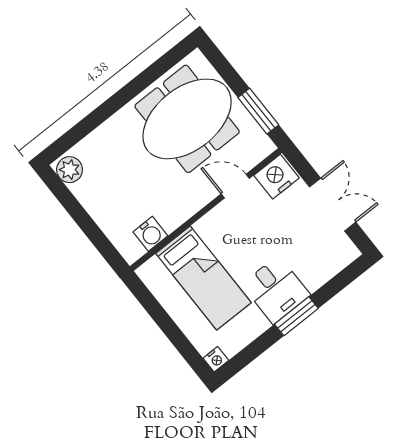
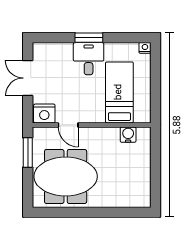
plant: (70, 170) -> (143, 197), removed

